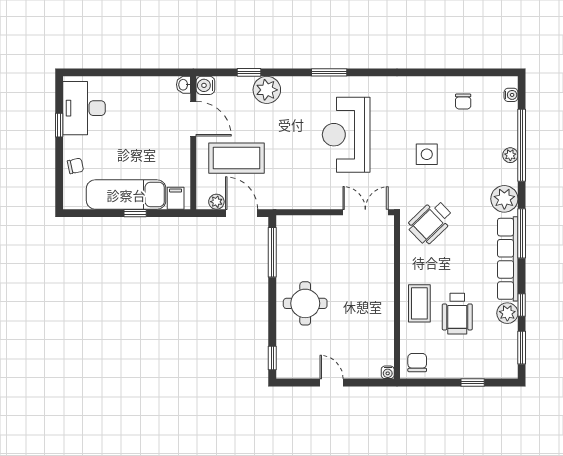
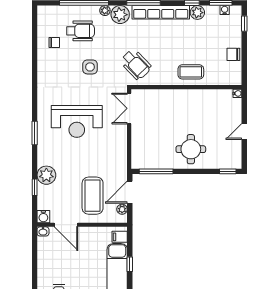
water cooler: (511, 95) -> (225, 10), moved
door: (193, 119) -> (66, 225), swing flipped
plant: (510, 155) -> (105, 11), moved
wheelchair: (457, 314) -> (80, 31), moved
chair: (417, 363) -> (233, 54), moved
window: (473, 382) -> (244, 24), moved

